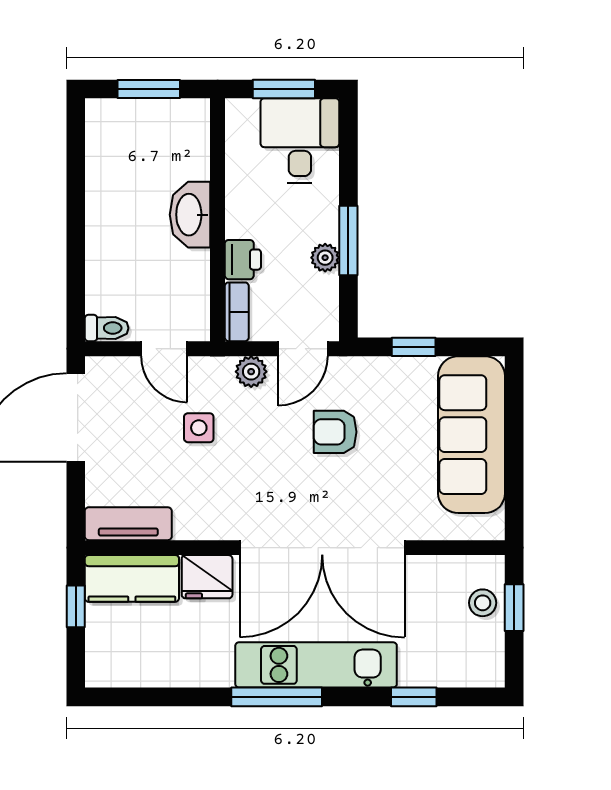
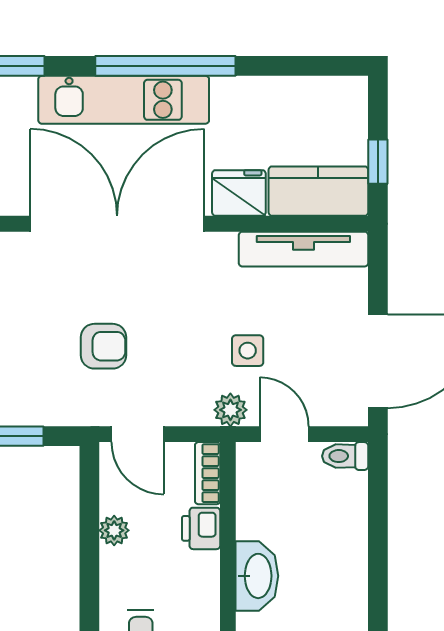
window: (348, 241) -> (89, 549), removed
door: (303, 349) -> (138, 434), swing flipped
plant: (251, 372) -> (230, 410), moved
tv unit: (128, 524) -> (303, 249), width x1.41
window: (277, 697) -> (165, 66), width x1.46

